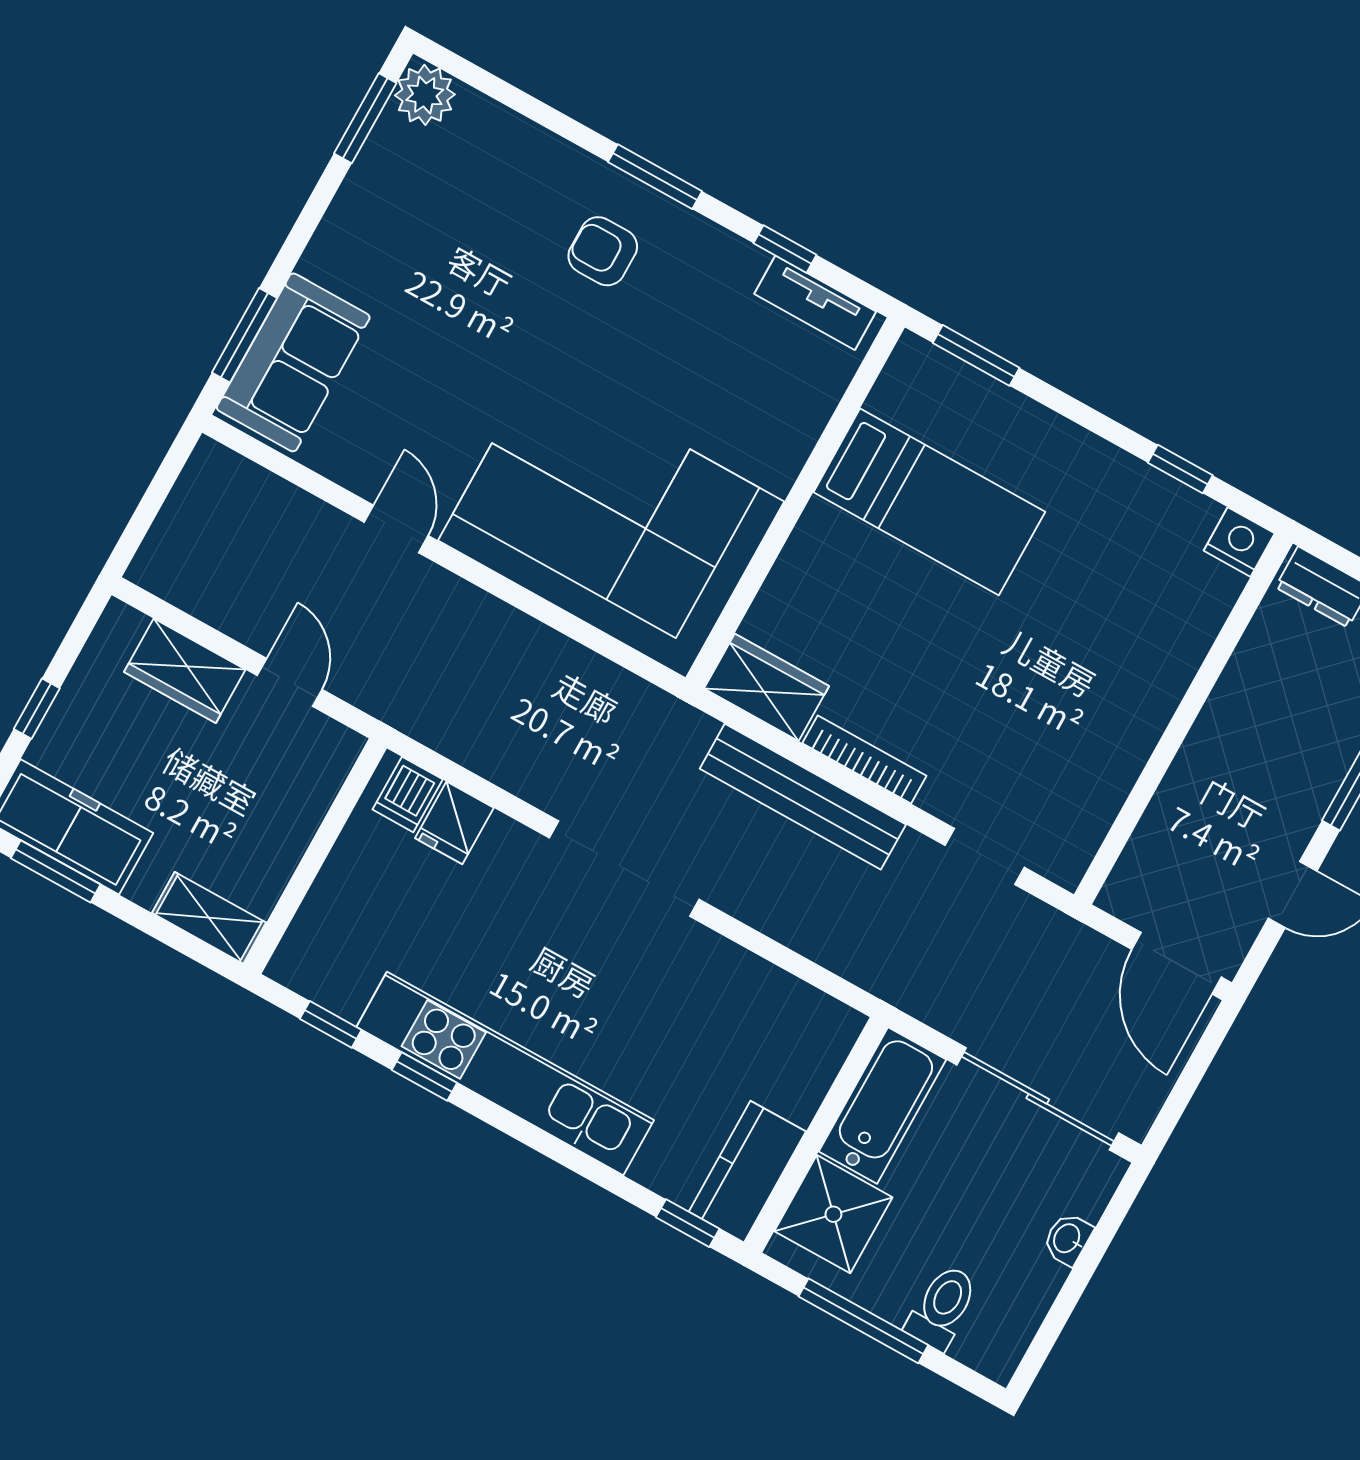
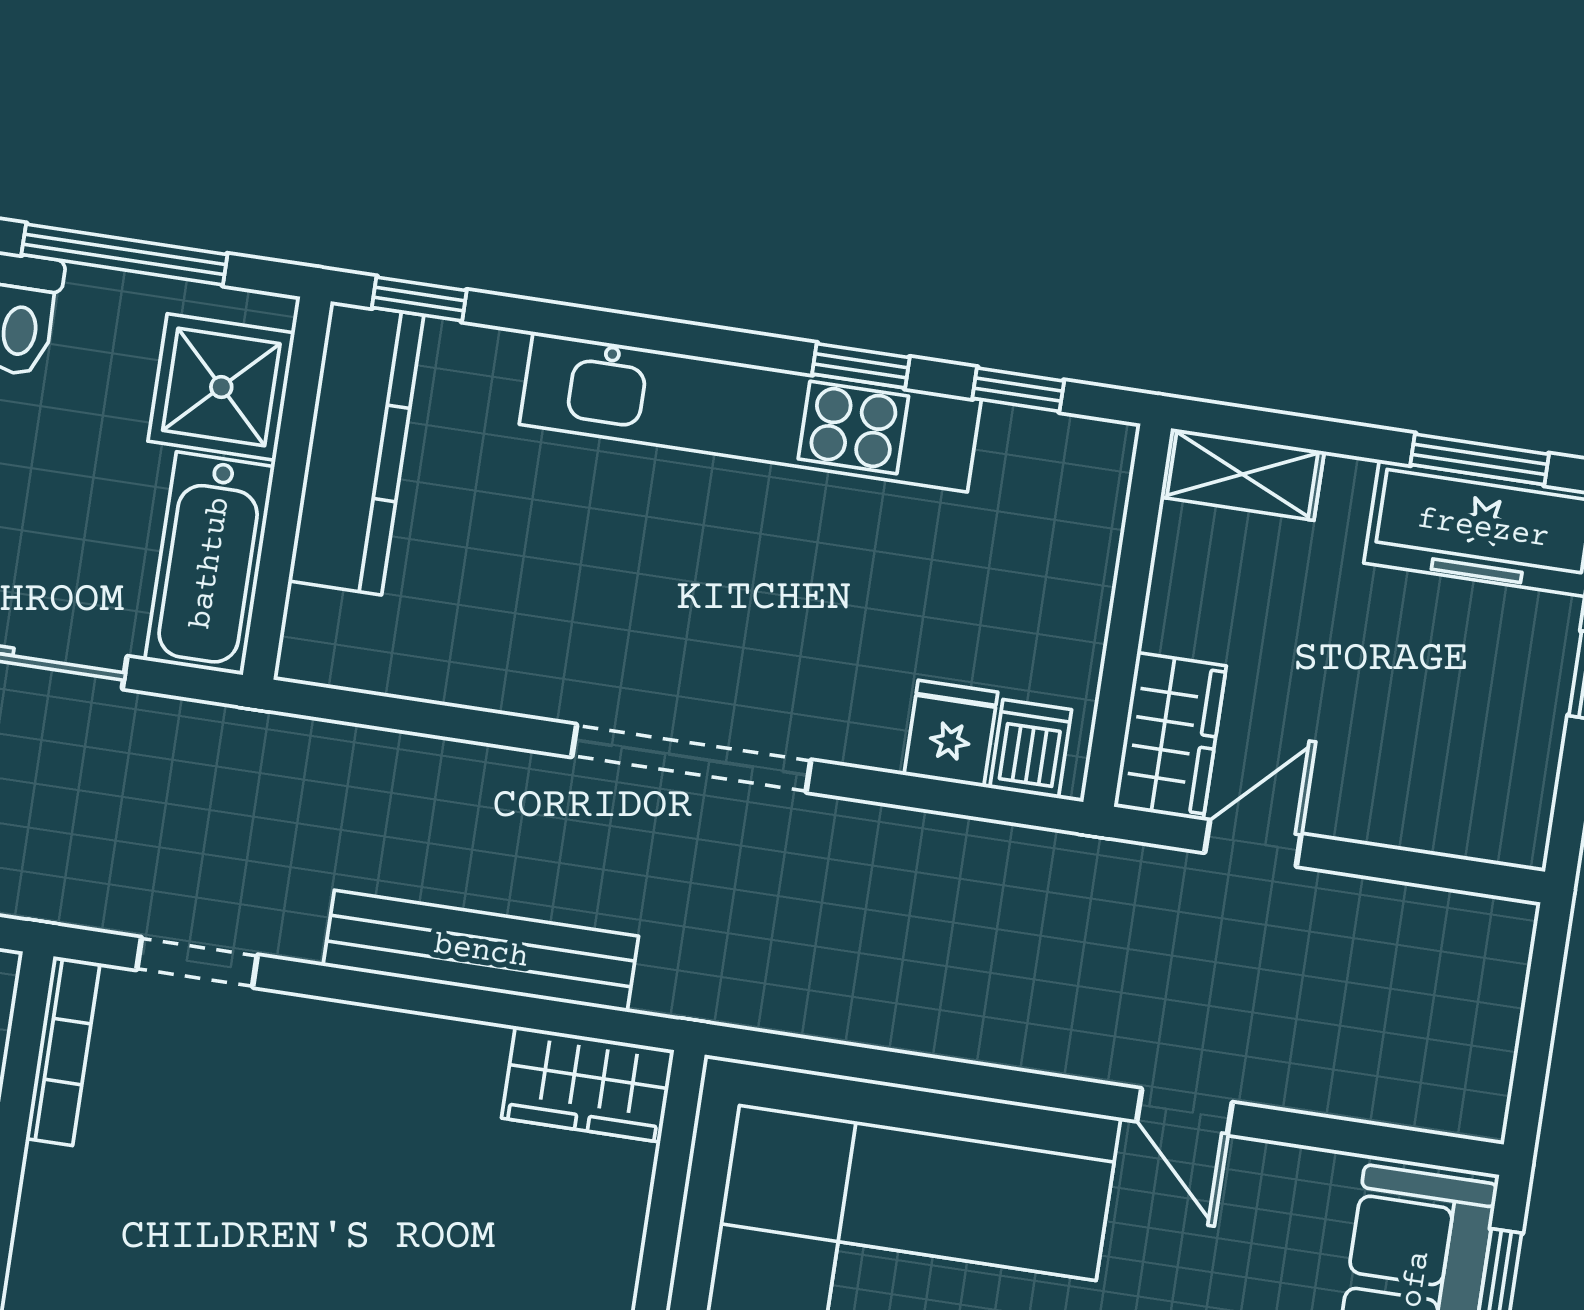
wardrobe: (185, 671) -> (1170, 736), moved, turned 90
door: (290, 682) -> (1253, 843), swing flipped
bookcase: (864, 759) -> (63, 1051), moved, turned -90
kitchen counter: (747, 1172) -> (356, 448), width x1.50

